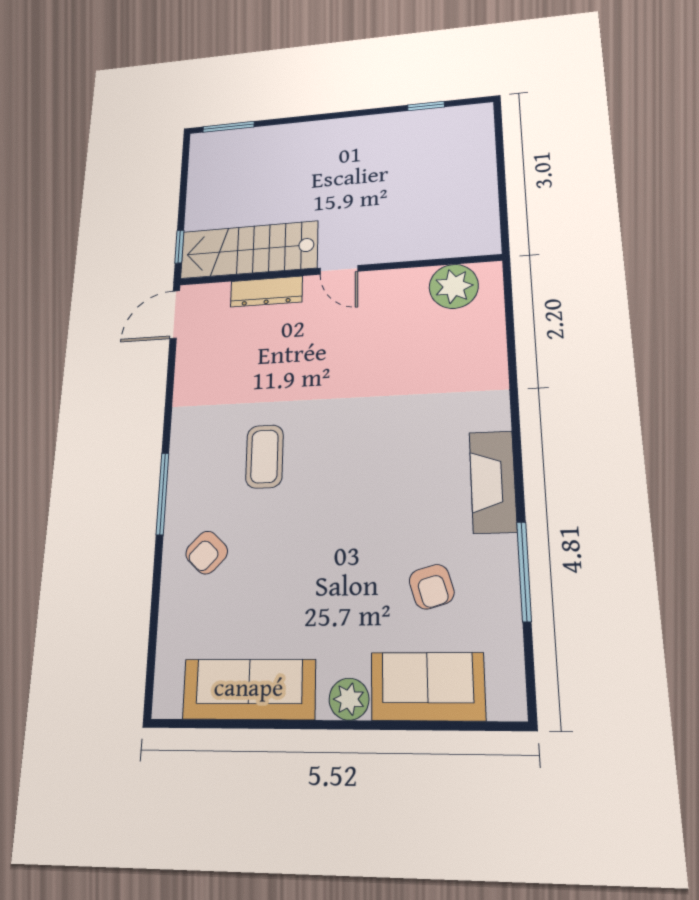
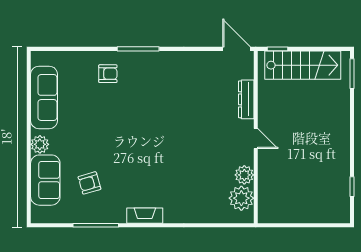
stairs: (249, 250) -> (303, 65), moved, turned 90
door: (339, 270) -> (256, 138), swing flipped
plant: (408, 284) -> (244, 175), added
coffee table: (264, 456) -> (155, 101), removed
fireplace: (493, 482) -> (145, 216), width x0.73, depth x0.76
armchair: (207, 553) -> (108, 74), turned 136

